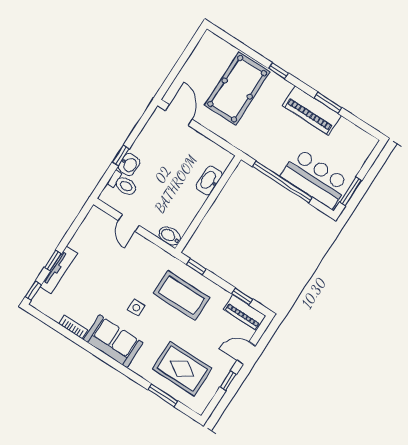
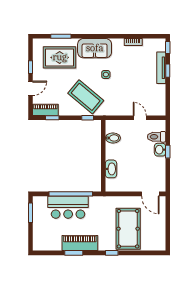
bar counter: (315, 179) -> (68, 207), moved
bidet: (170, 236) -> (113, 138), moved
coffee table: (181, 296) -> (86, 97), turned 40
sofa: (113, 341) -> (95, 48), moved

